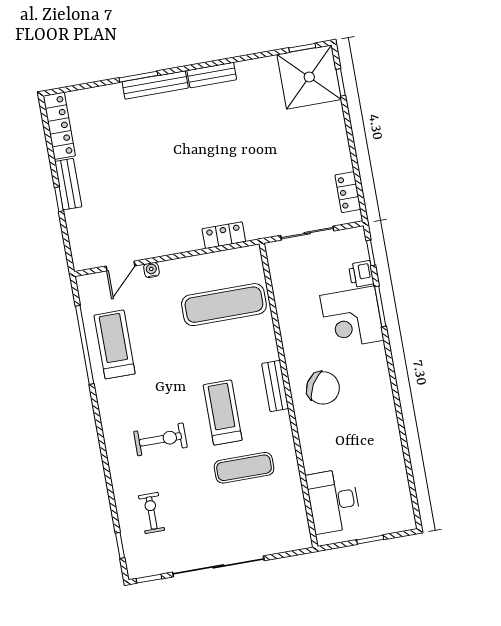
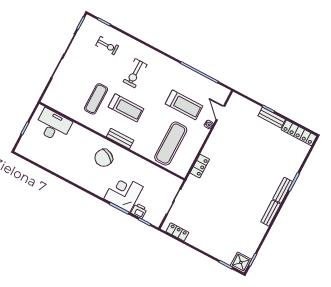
shower: (309, 77) -> (241, 262), width x0.54, depth x0.54
bench: (155, 85) -> (283, 190), width x0.73
treadmill: (115, 344) -> (184, 105), moved

